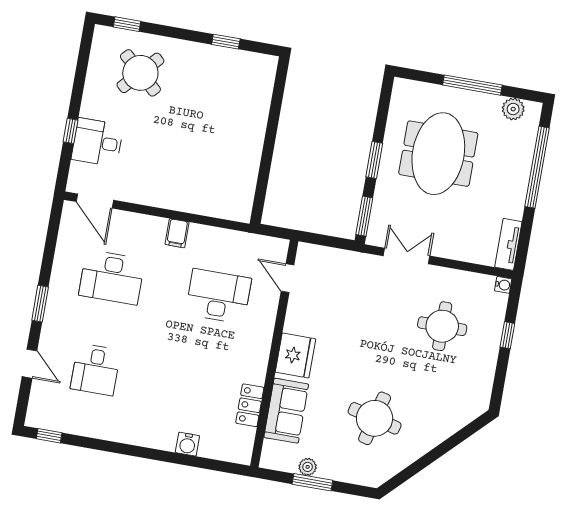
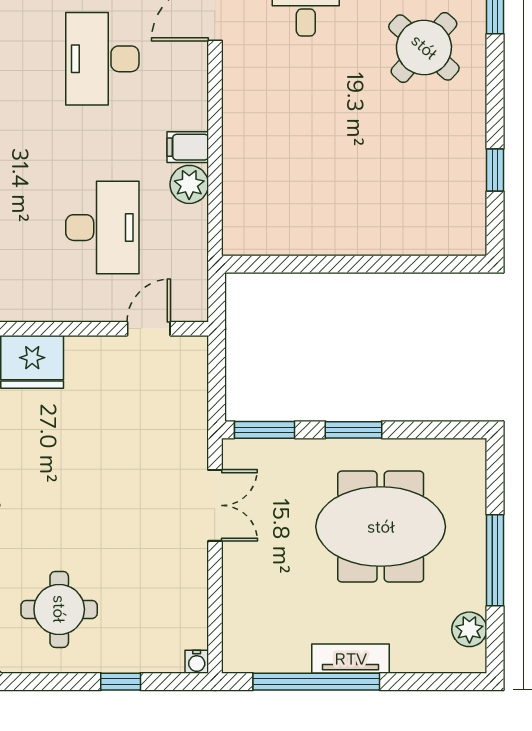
window: (537, 167) -> (316, 682), moved
plant: (201, 236) -> (189, 184), added
tv unit: (508, 244) -> (351, 659), moved
round table: (442, 326) -> (59, 609), moved

